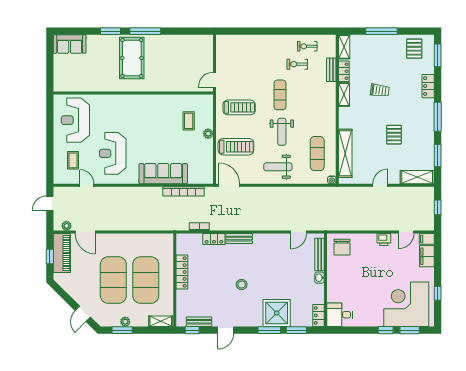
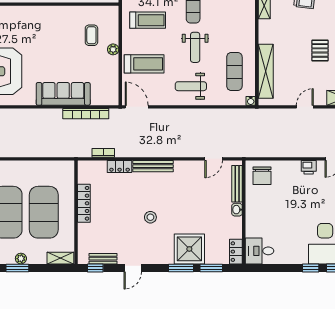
bench: (239, 239) -> (153, 166), width x1.36

